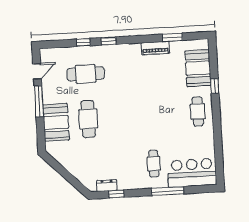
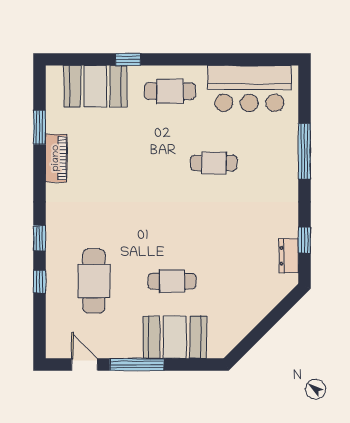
cafe table: (88, 119) -> (172, 281), width x0.73, depth x0.74
cafe table: (154, 164) -> (214, 163), moved
bar counter: (192, 173) -> (249, 89), moved, turned -90

